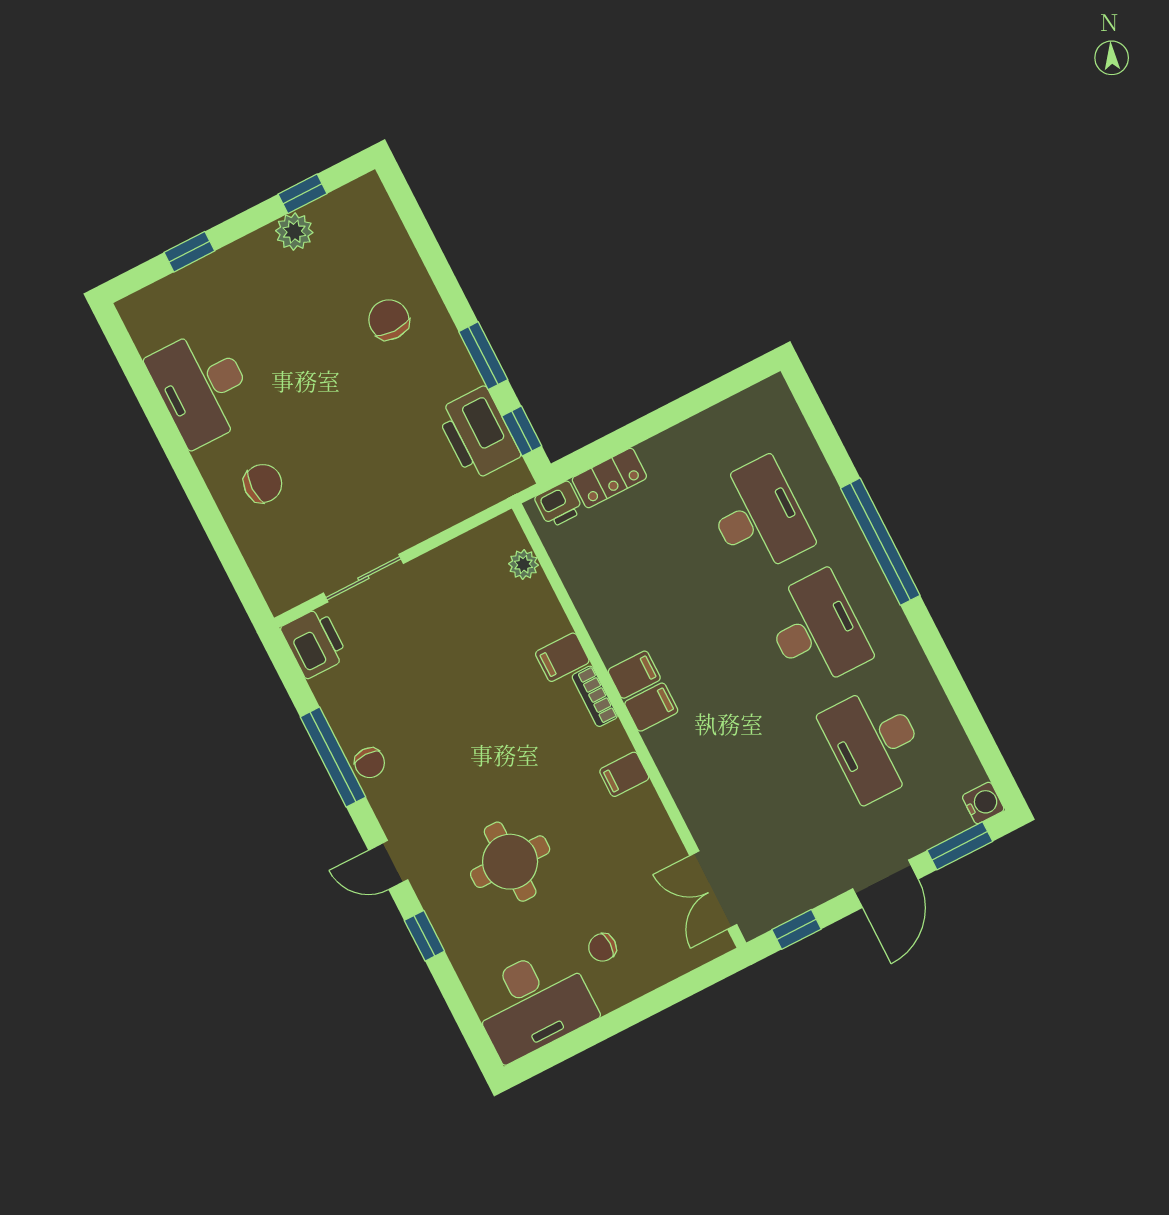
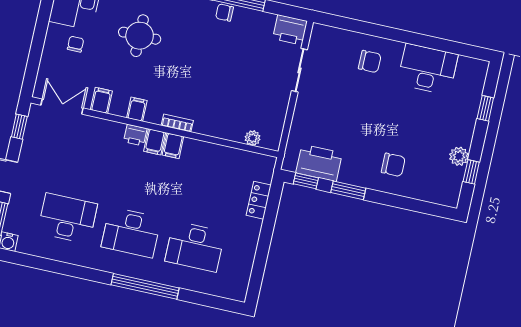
chair: (263, 483) -> (370, 62), turned -90
printer: (559, 504) -> (135, 135), moved, turned -90
filing cabinet: (562, 657) -> (101, 100), moved

